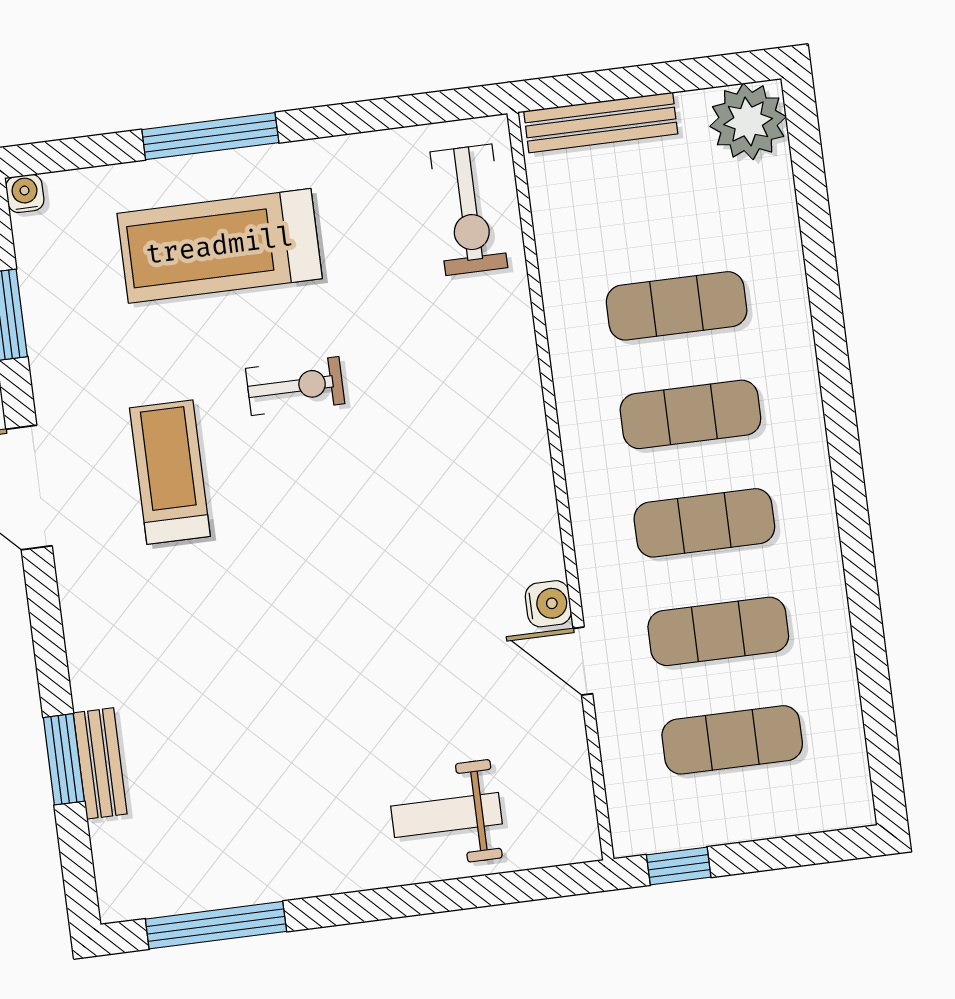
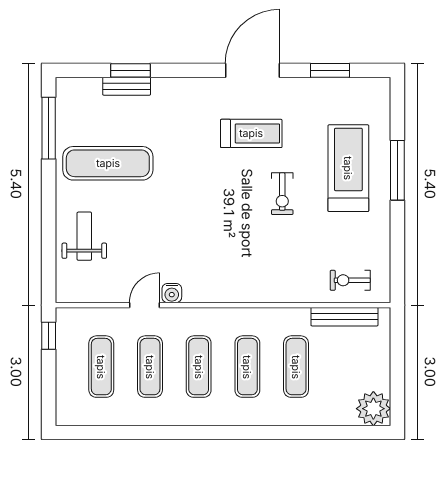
bench: (601, 123) -> (344, 317), moved, turned 90
water cooler: (25, 193) -> (383, 85), removed
exercise bike: (469, 210) -> (350, 280), width x0.73, depth x0.72
exercise mat: (277, 783) -> (108, 163), added

